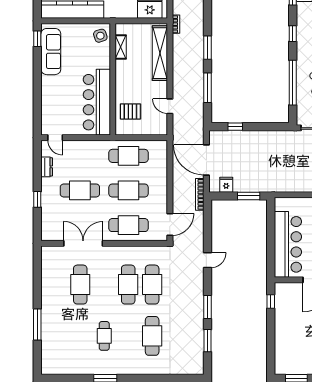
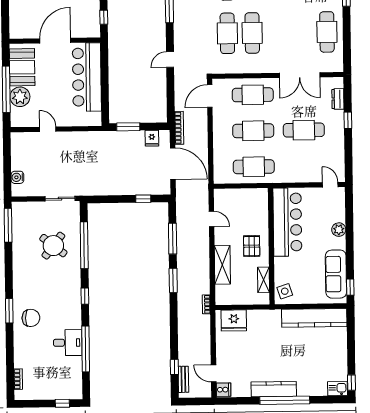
shelving: (160, 53) -> (222, 265), width x0.68
plant: (48, 94) -> (339, 230), added
pallet: (130, 111) -> (252, 246), moved, turned 90
dresser: (47, 167) -> (338, 99), moved
cafe table: (80, 285) -> (327, 32), moved

